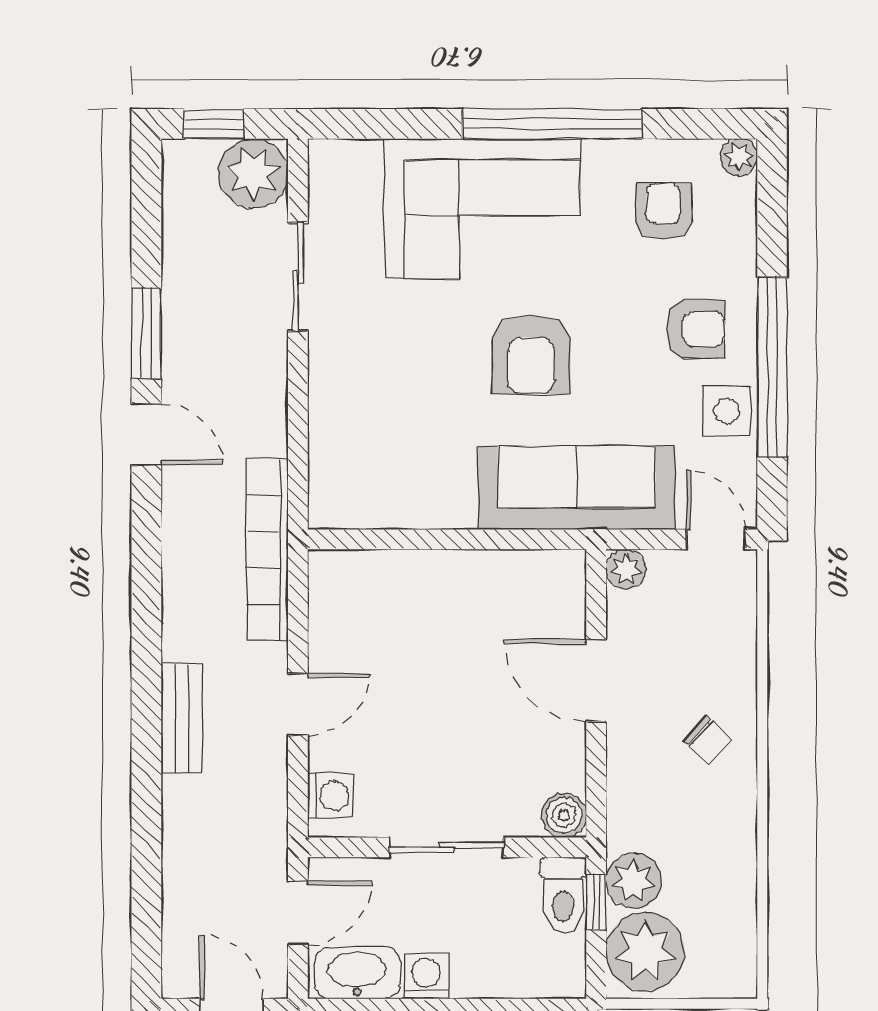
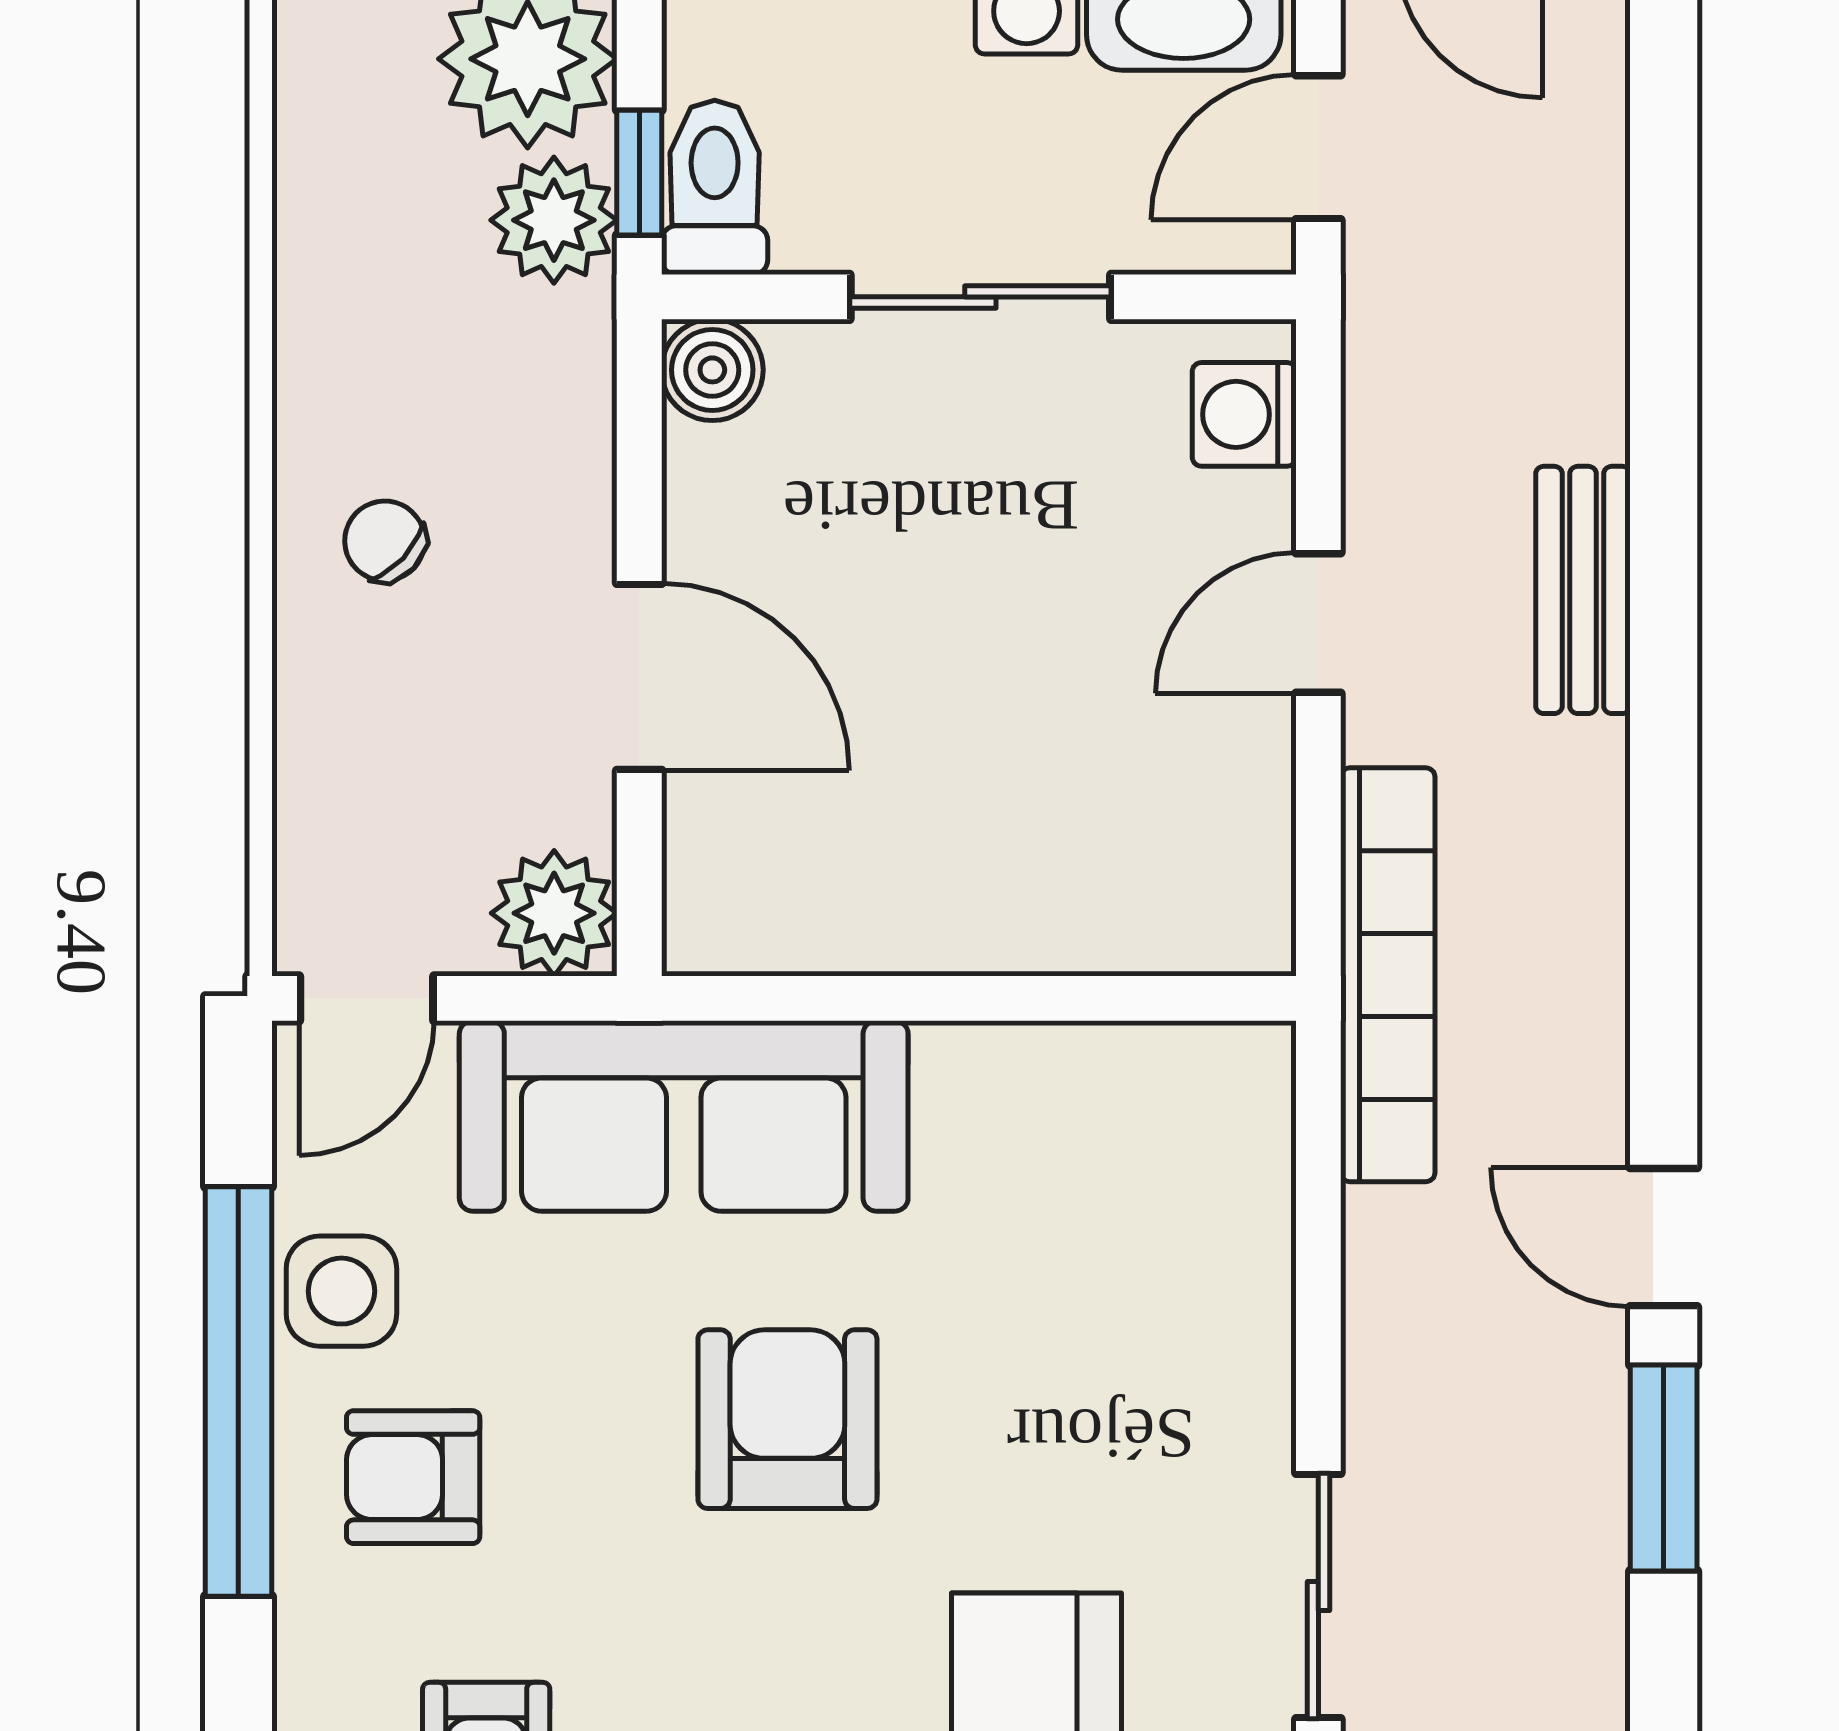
door: (716, 539) -> (367, 998), hinge flipped
plant: (626, 569) -> (554, 913), width x1.38, depth x1.38

